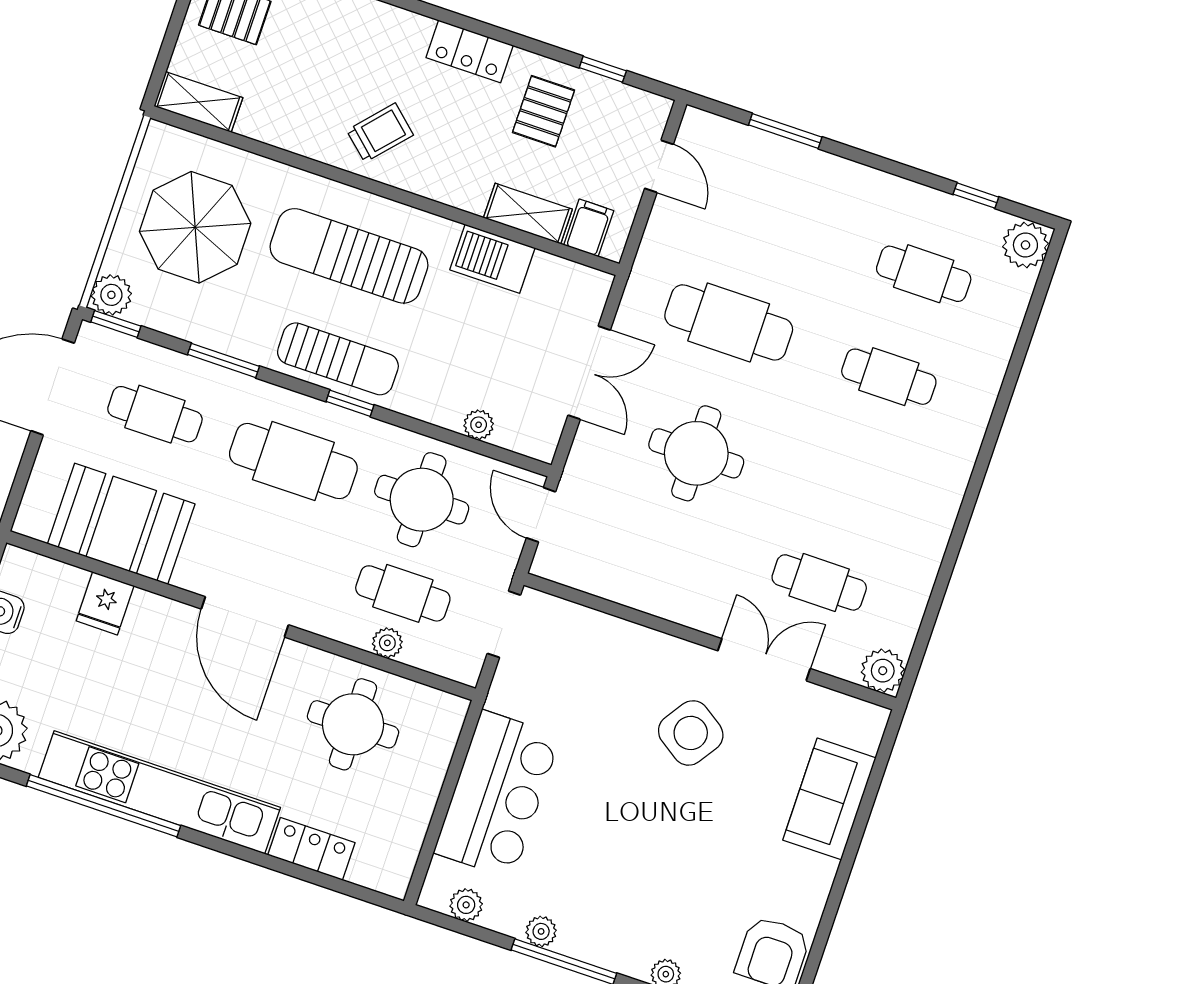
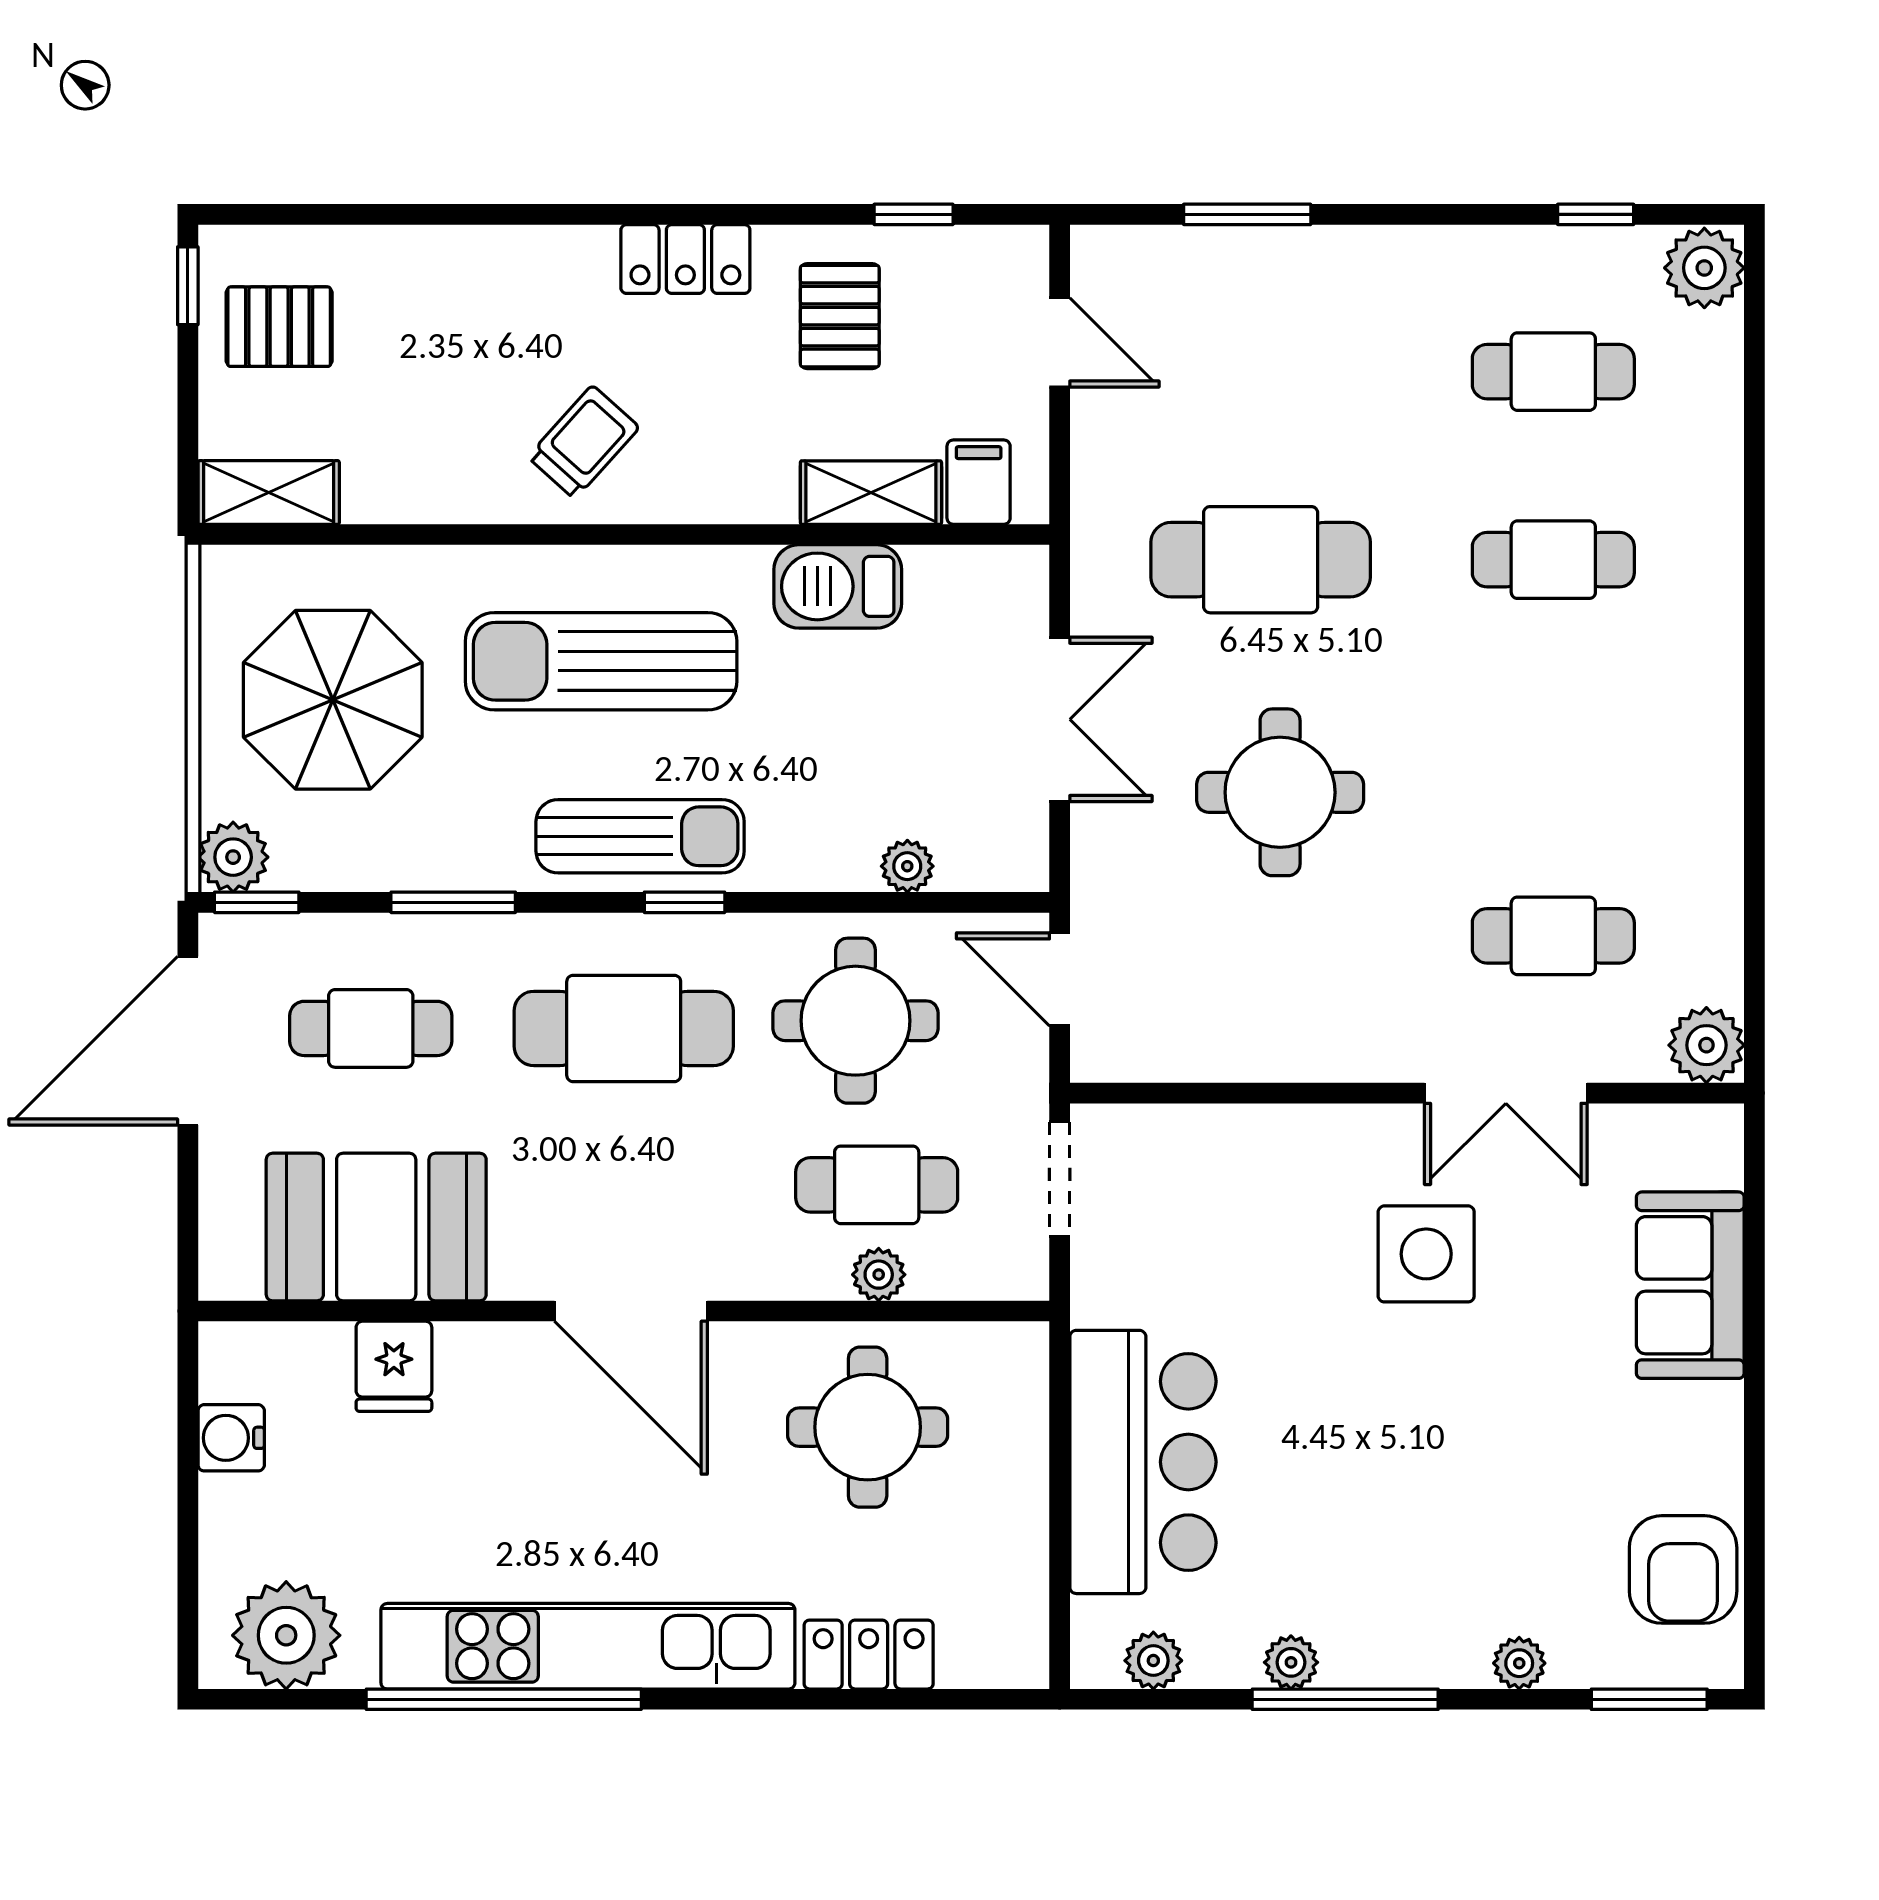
double door: (764, 660) -> (1506, 1093), swing flipped
side table: (691, 733) -> (1426, 1254), turned -34

